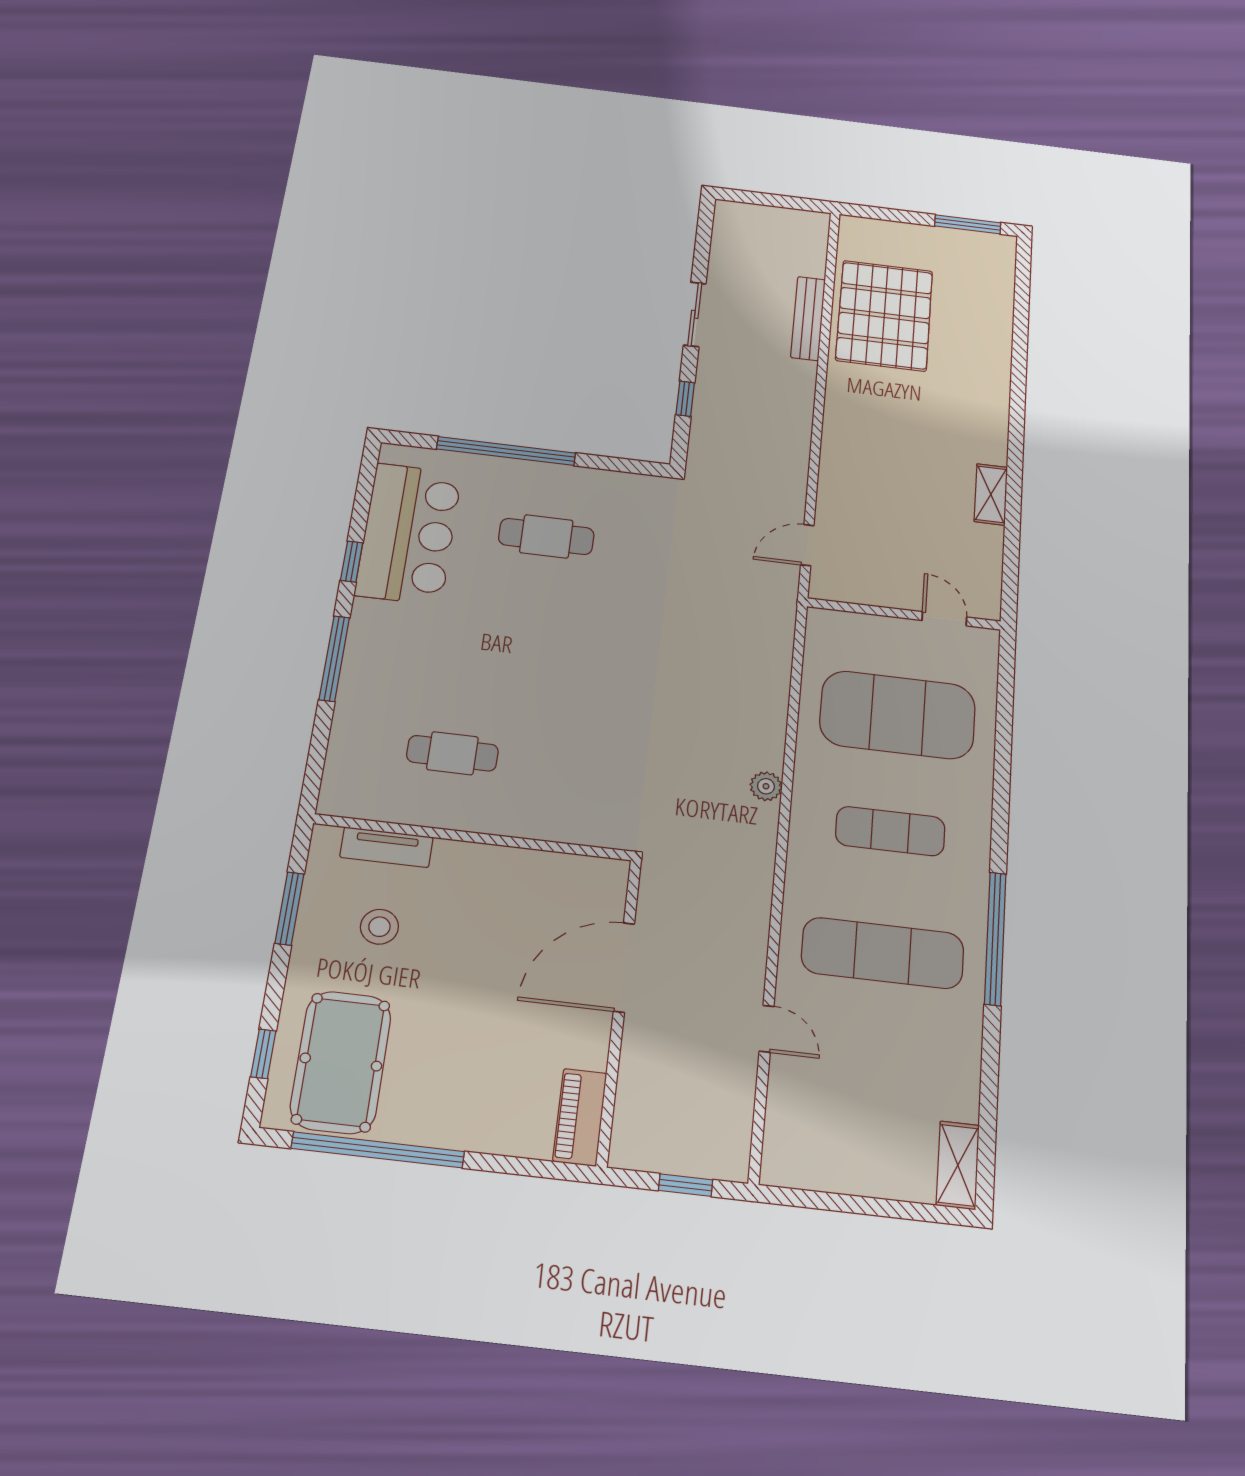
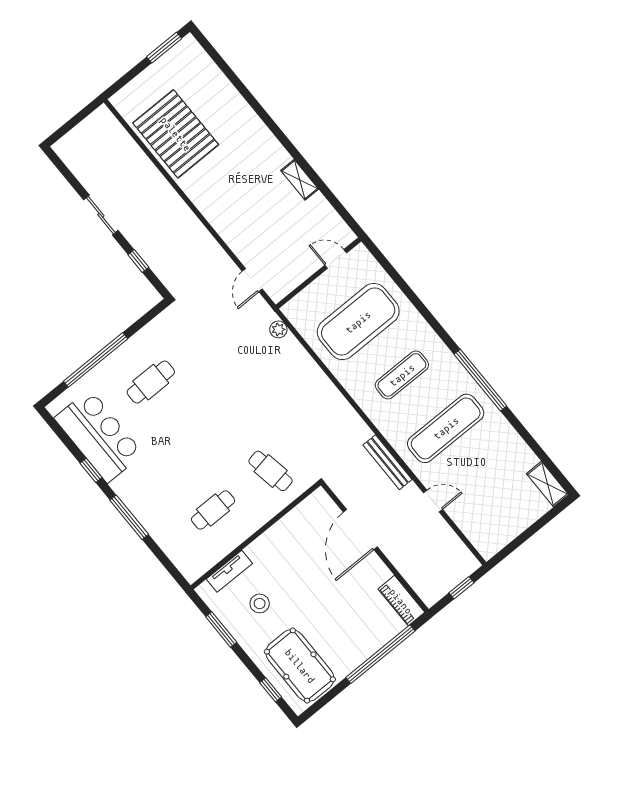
bench: (808, 318) -> (388, 462), moved
cafe table: (583, 779) -> (271, 471), added
plant: (766, 786) -> (278, 329), moved
window: (378, 1150) -> (380, 654), moved

